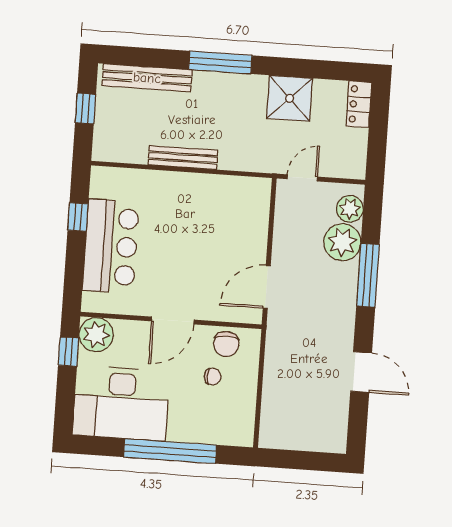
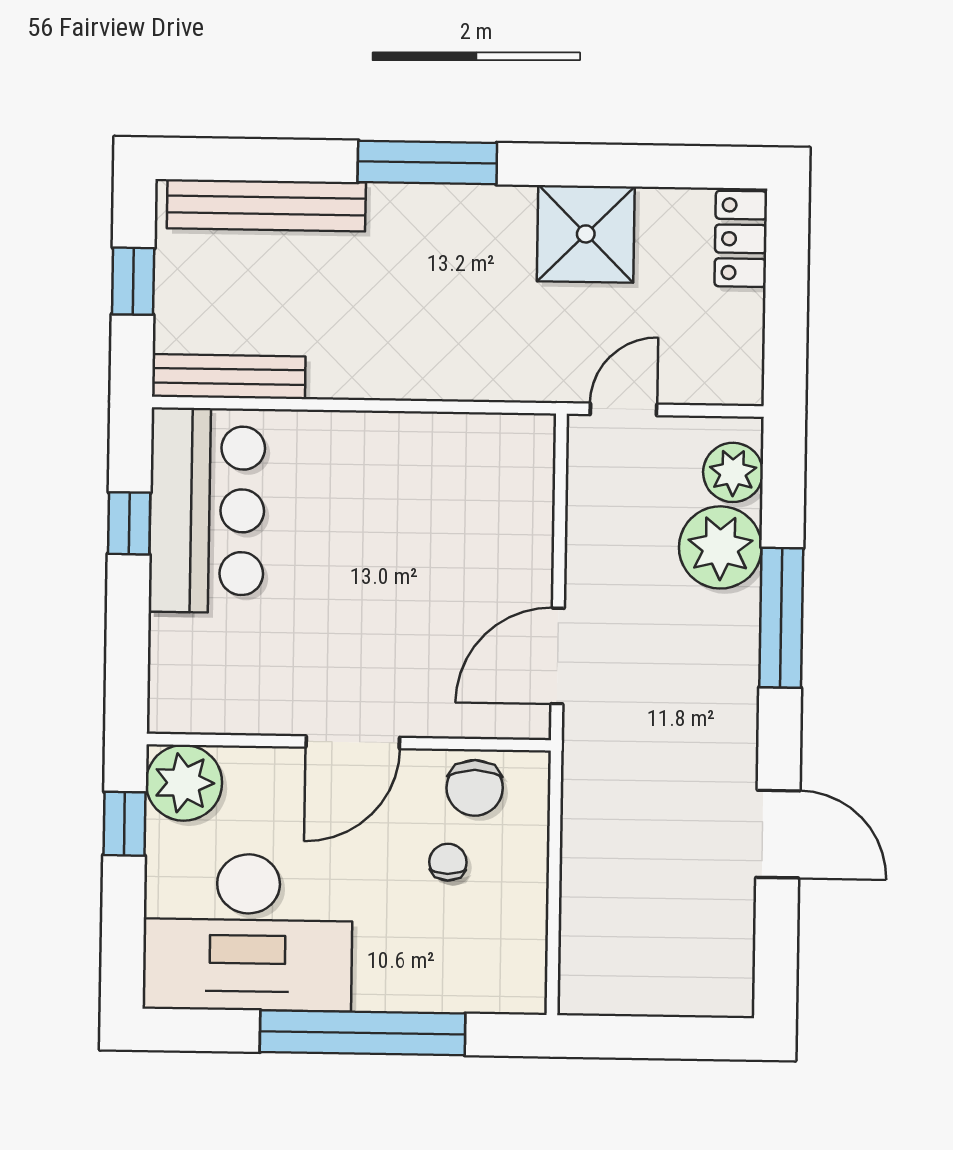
bench: (183, 158) -> (229, 377), moved
bar counter: (111, 246) -> (207, 510), moved
chair: (213, 377) -> (448, 862), turned -90

